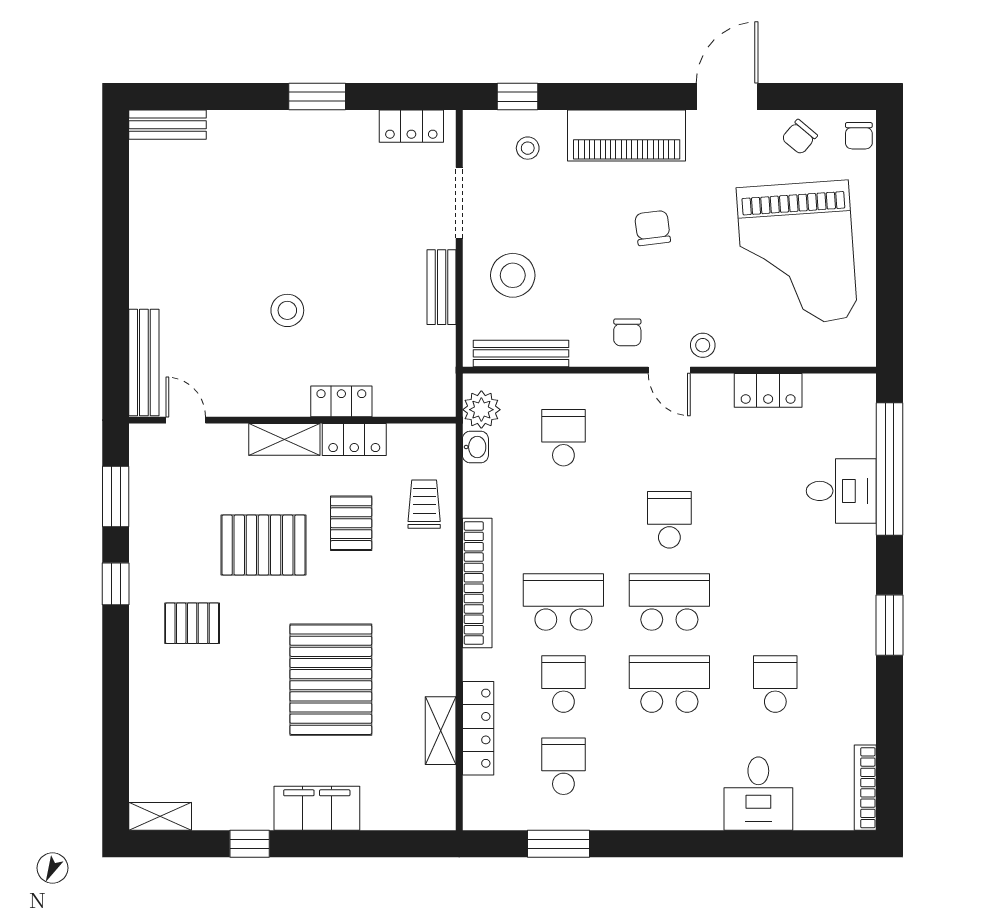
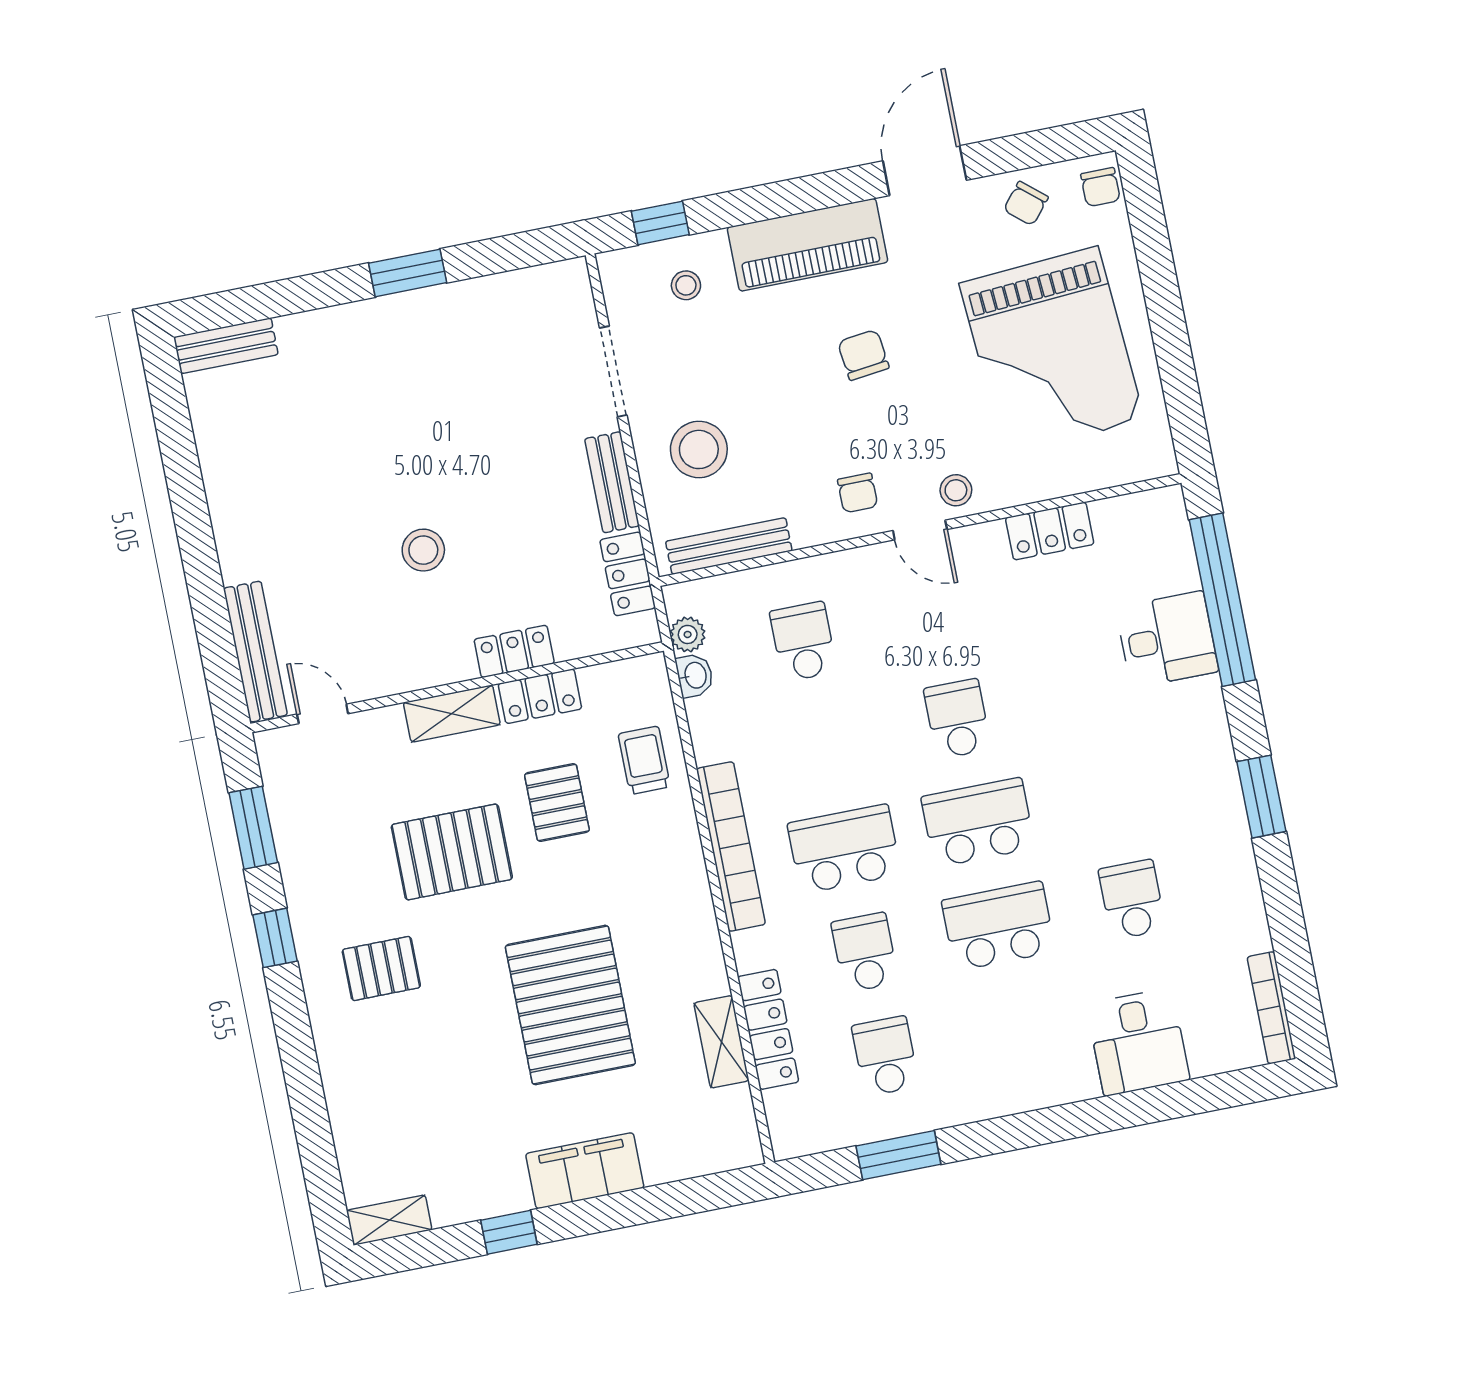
locker: (411, 126) -> (628, 574), moved, turned 90
plant: (481, 410) -> (688, 634), width x0.73, depth x0.73

